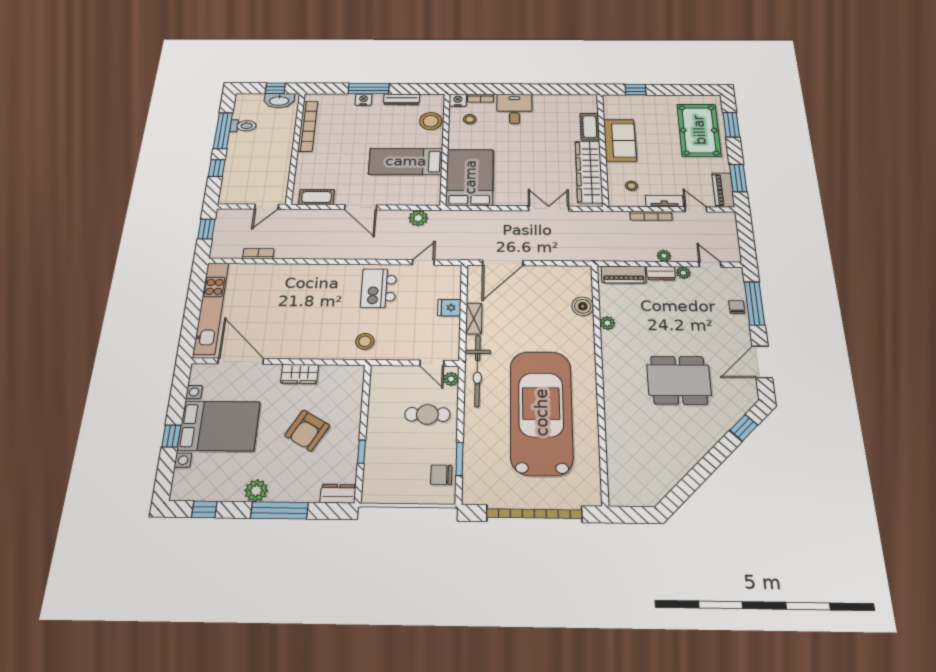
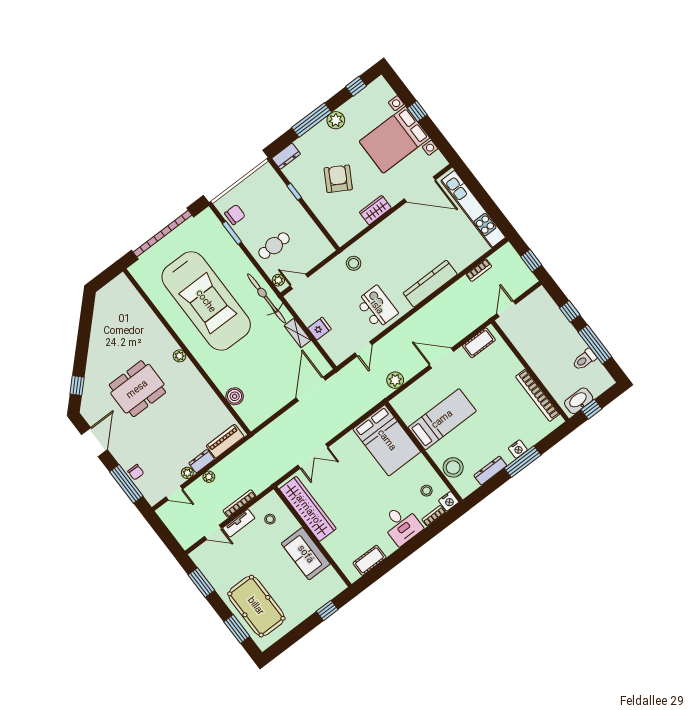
cot: (590, 127) -> (369, 560), moved, turned 90
piano: (723, 190) -> (205, 564), removed
kitchen counter: (312, 273) -> (430, 284), added
plant: (607, 323) -> (180, 356), moved

